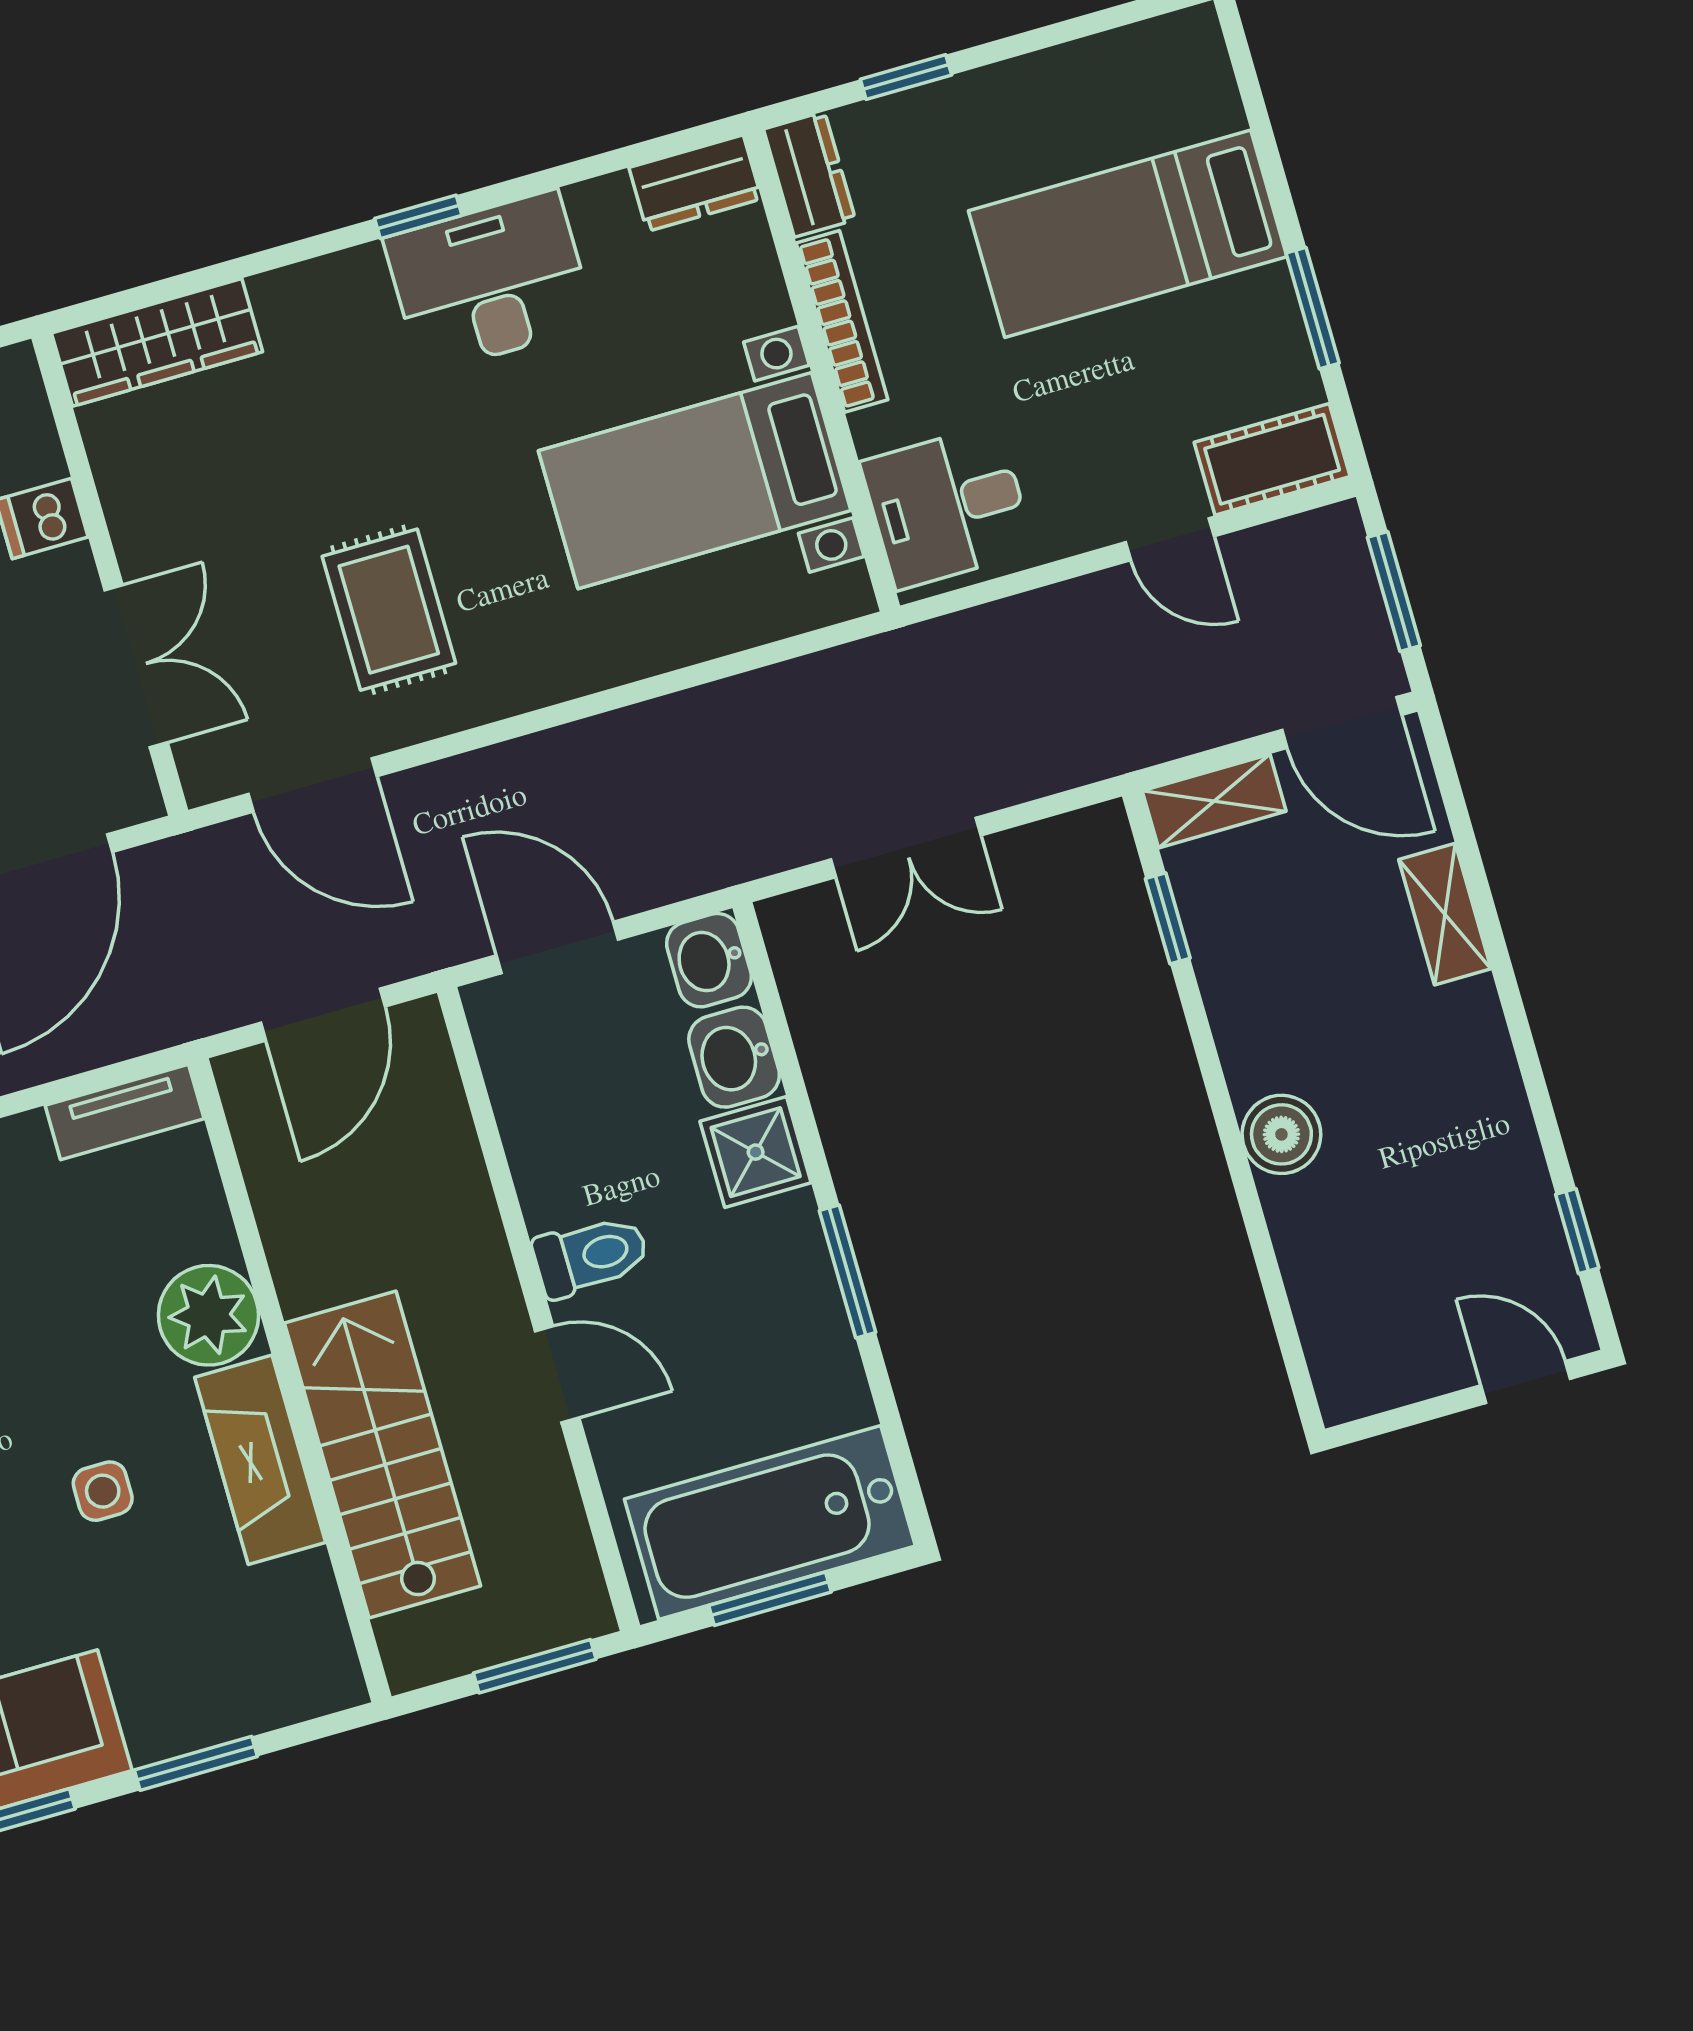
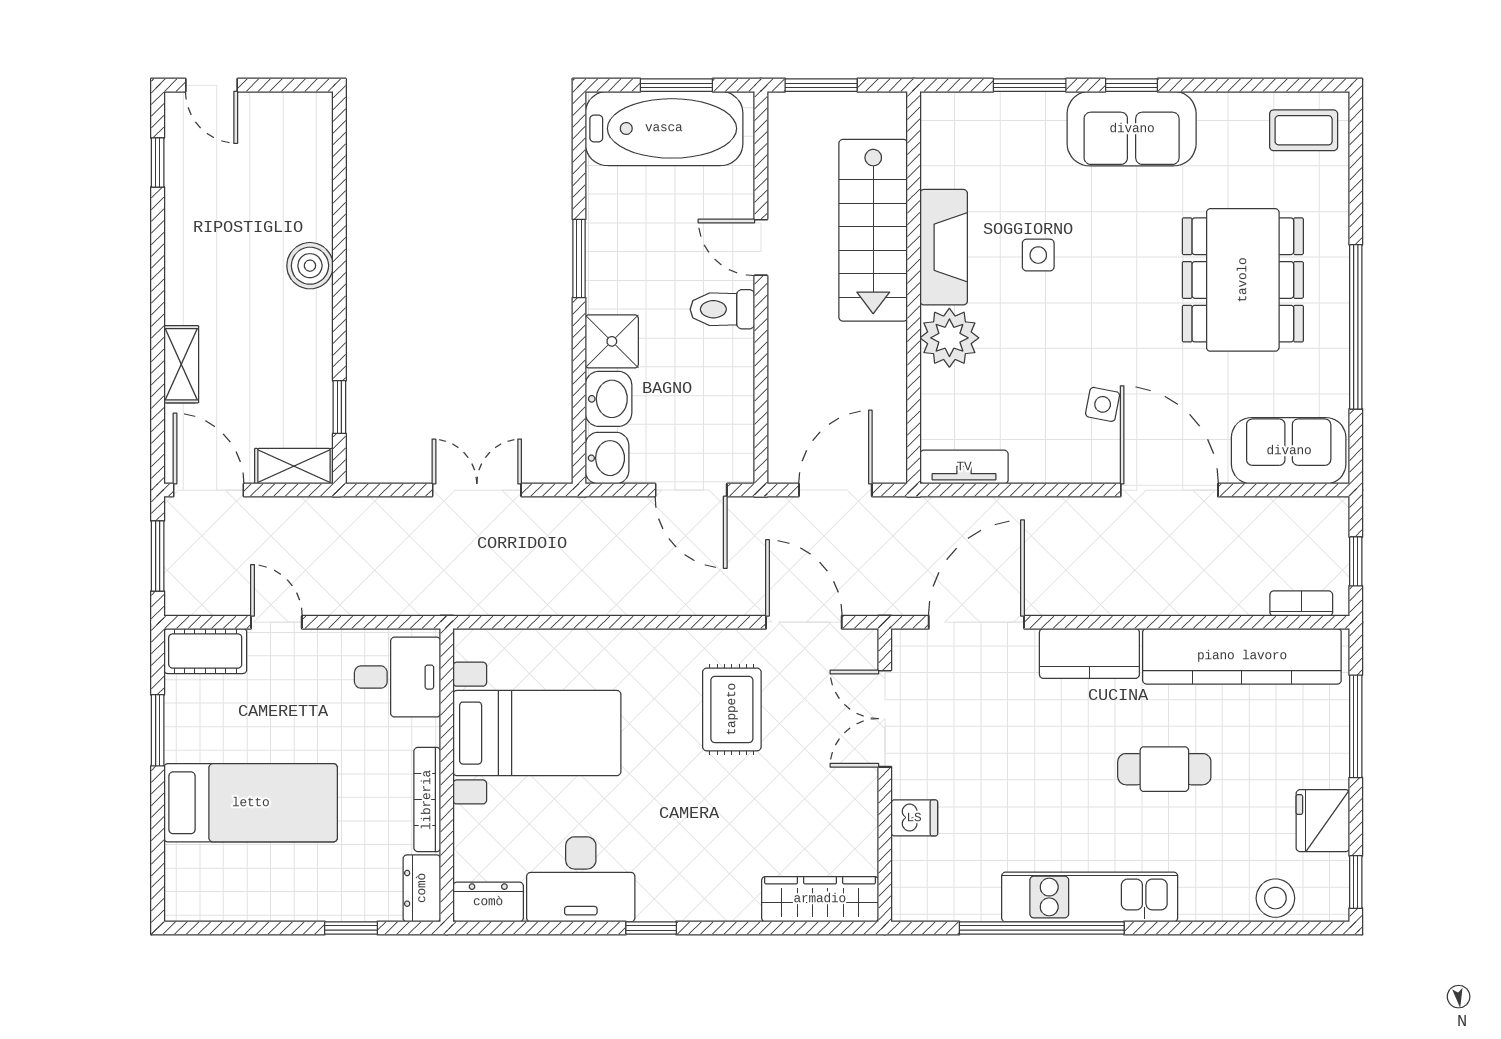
desk: (490, 282) -> (581, 879), moved

